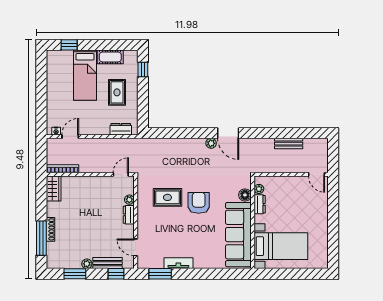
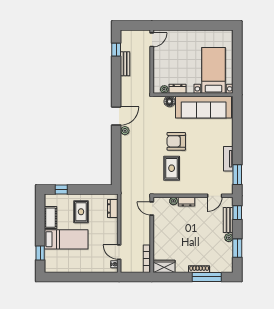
rug: (117, 92) -> (81, 212), turned 90
window: (305, 133) -> (116, 50), added

